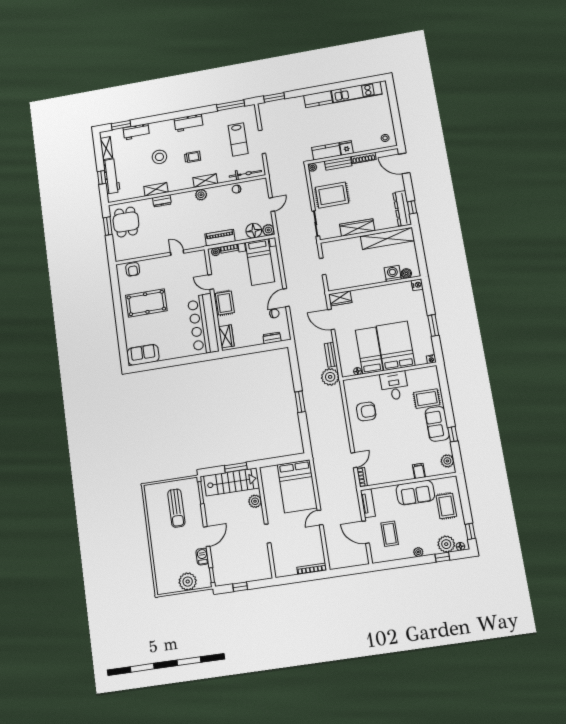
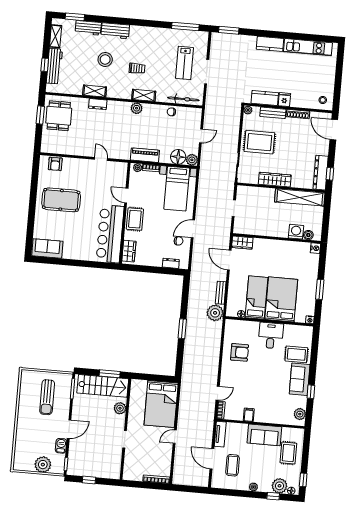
workbench: (189, 123) -> (115, 31), moved
filing cabinet: (419, 471) -> (249, 415), moved

